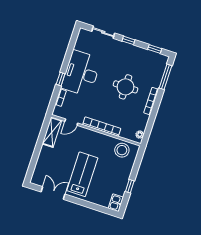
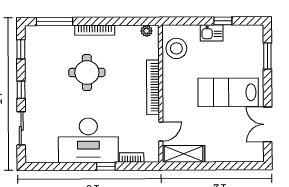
door: (71, 122) -> (161, 132), hinge flipped
kitchen sink: (116, 203) -> (212, 33), moved
window: (97, 208) -> (267, 56), added

